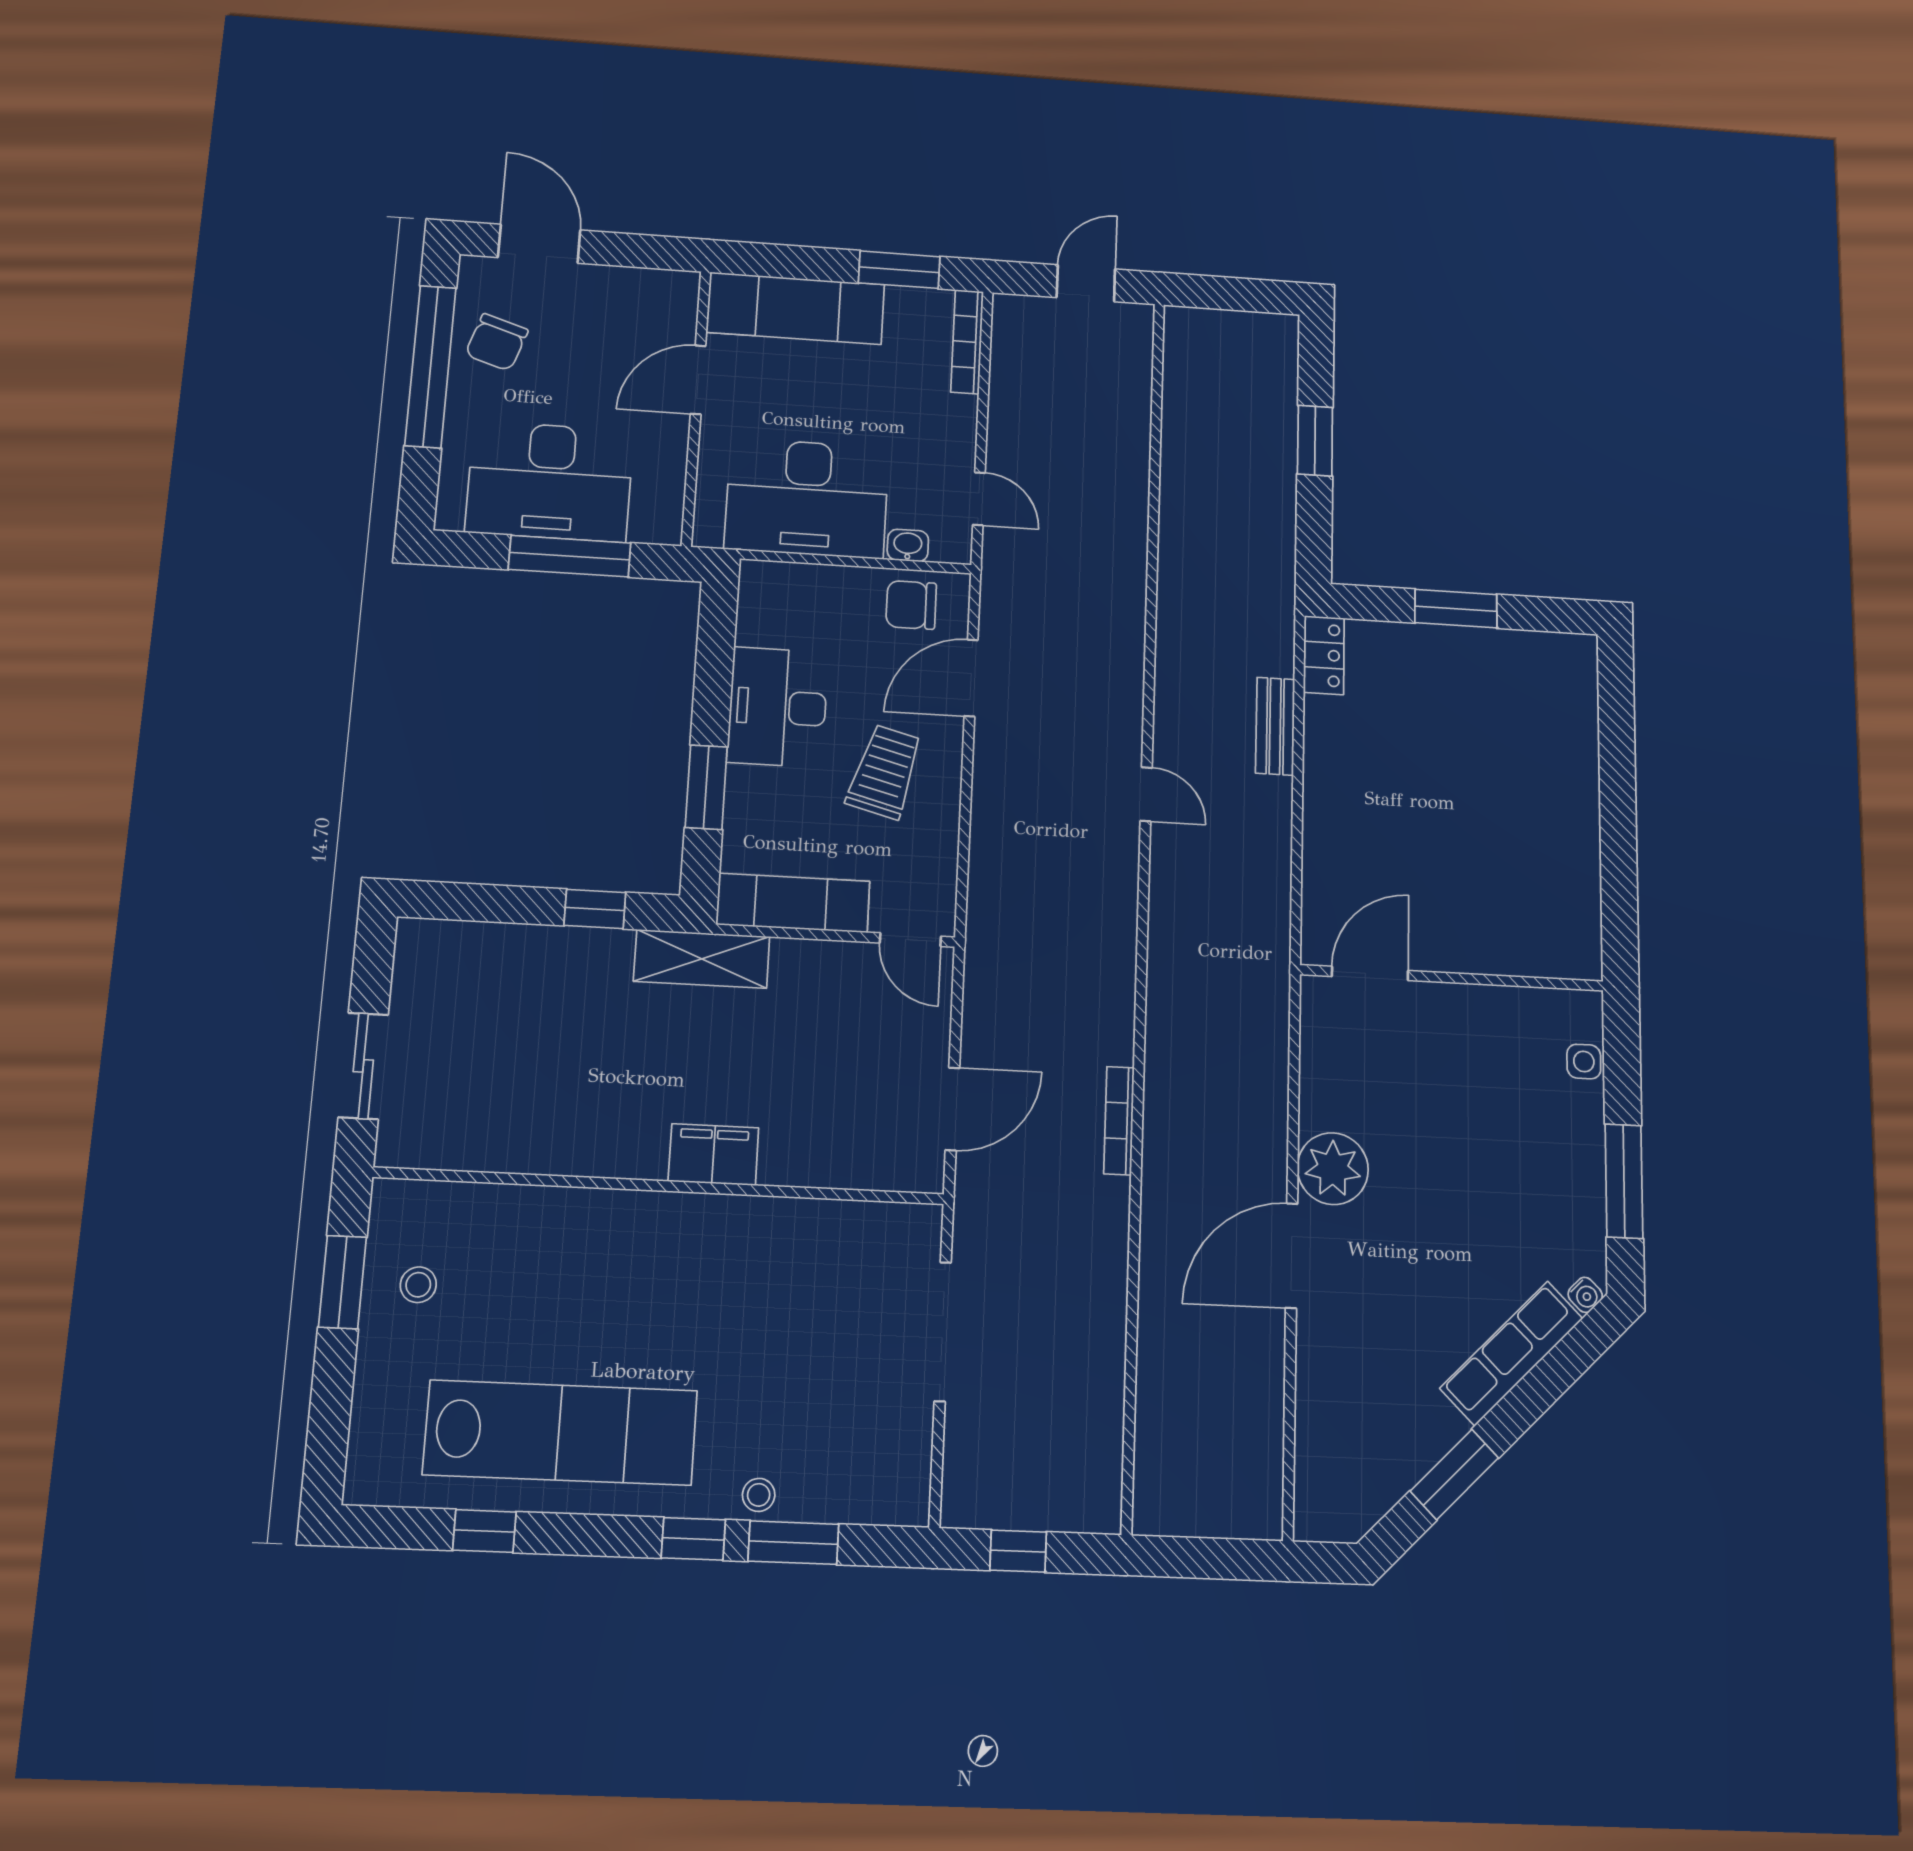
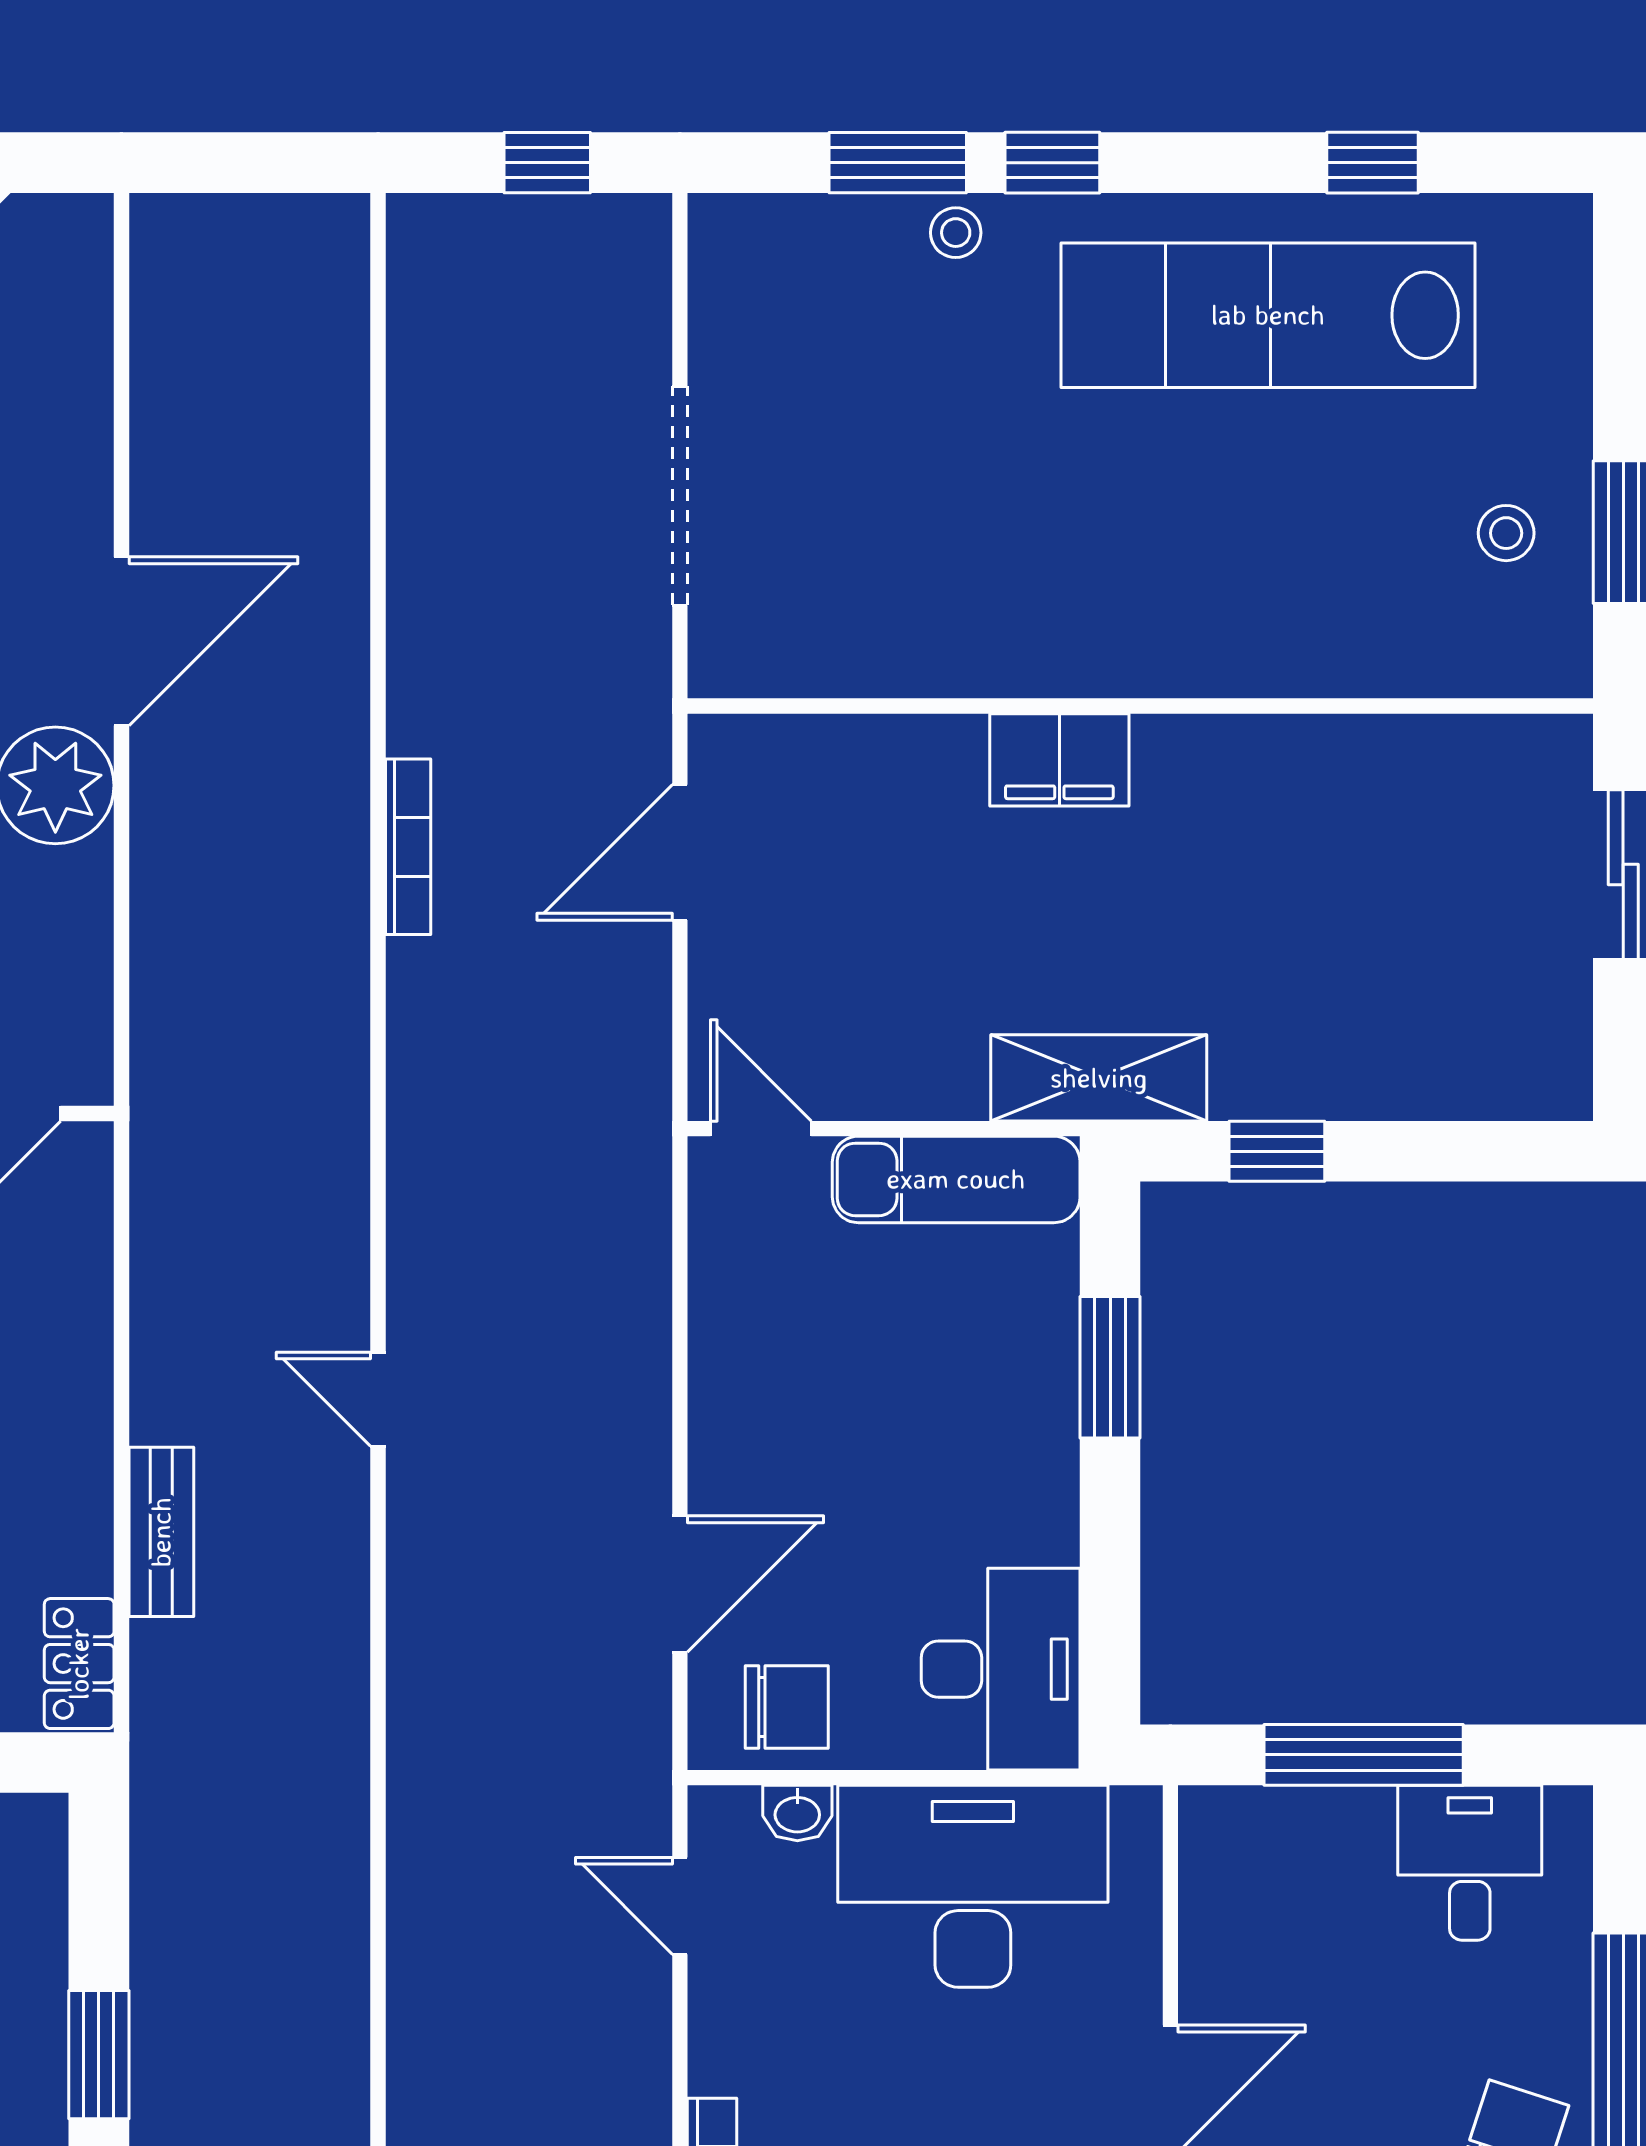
desk: (550, 481) -> (1470, 1863), width x0.53, depth x0.77
desk: (778, 707) -> (1001, 1669), moved
trolley: (885, 772) -> (817, 1412), removed

